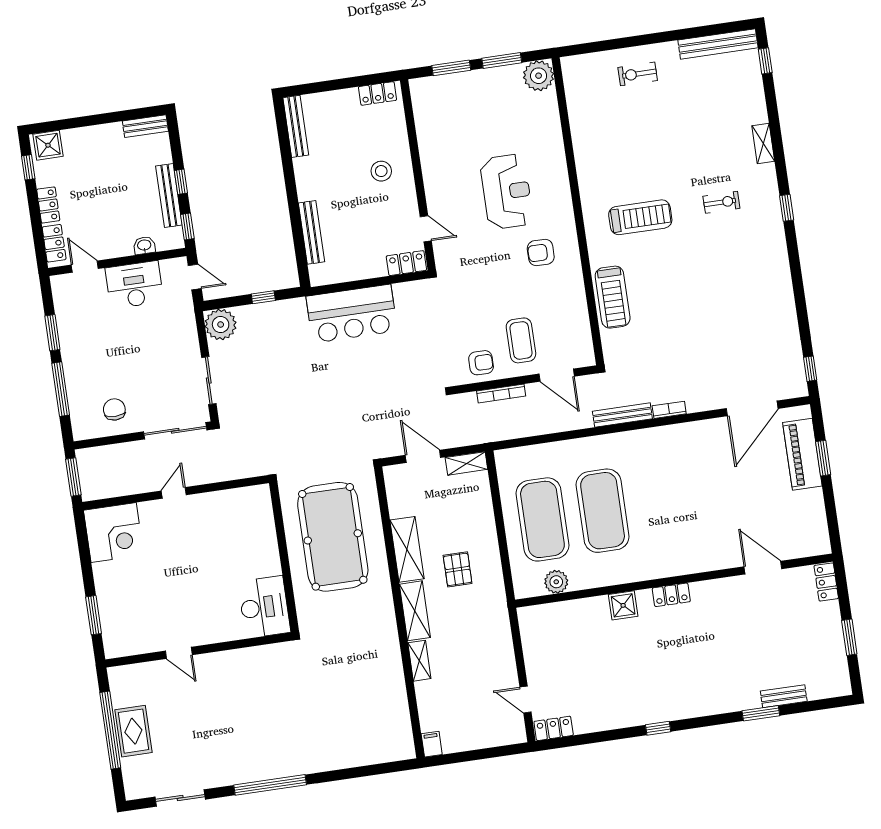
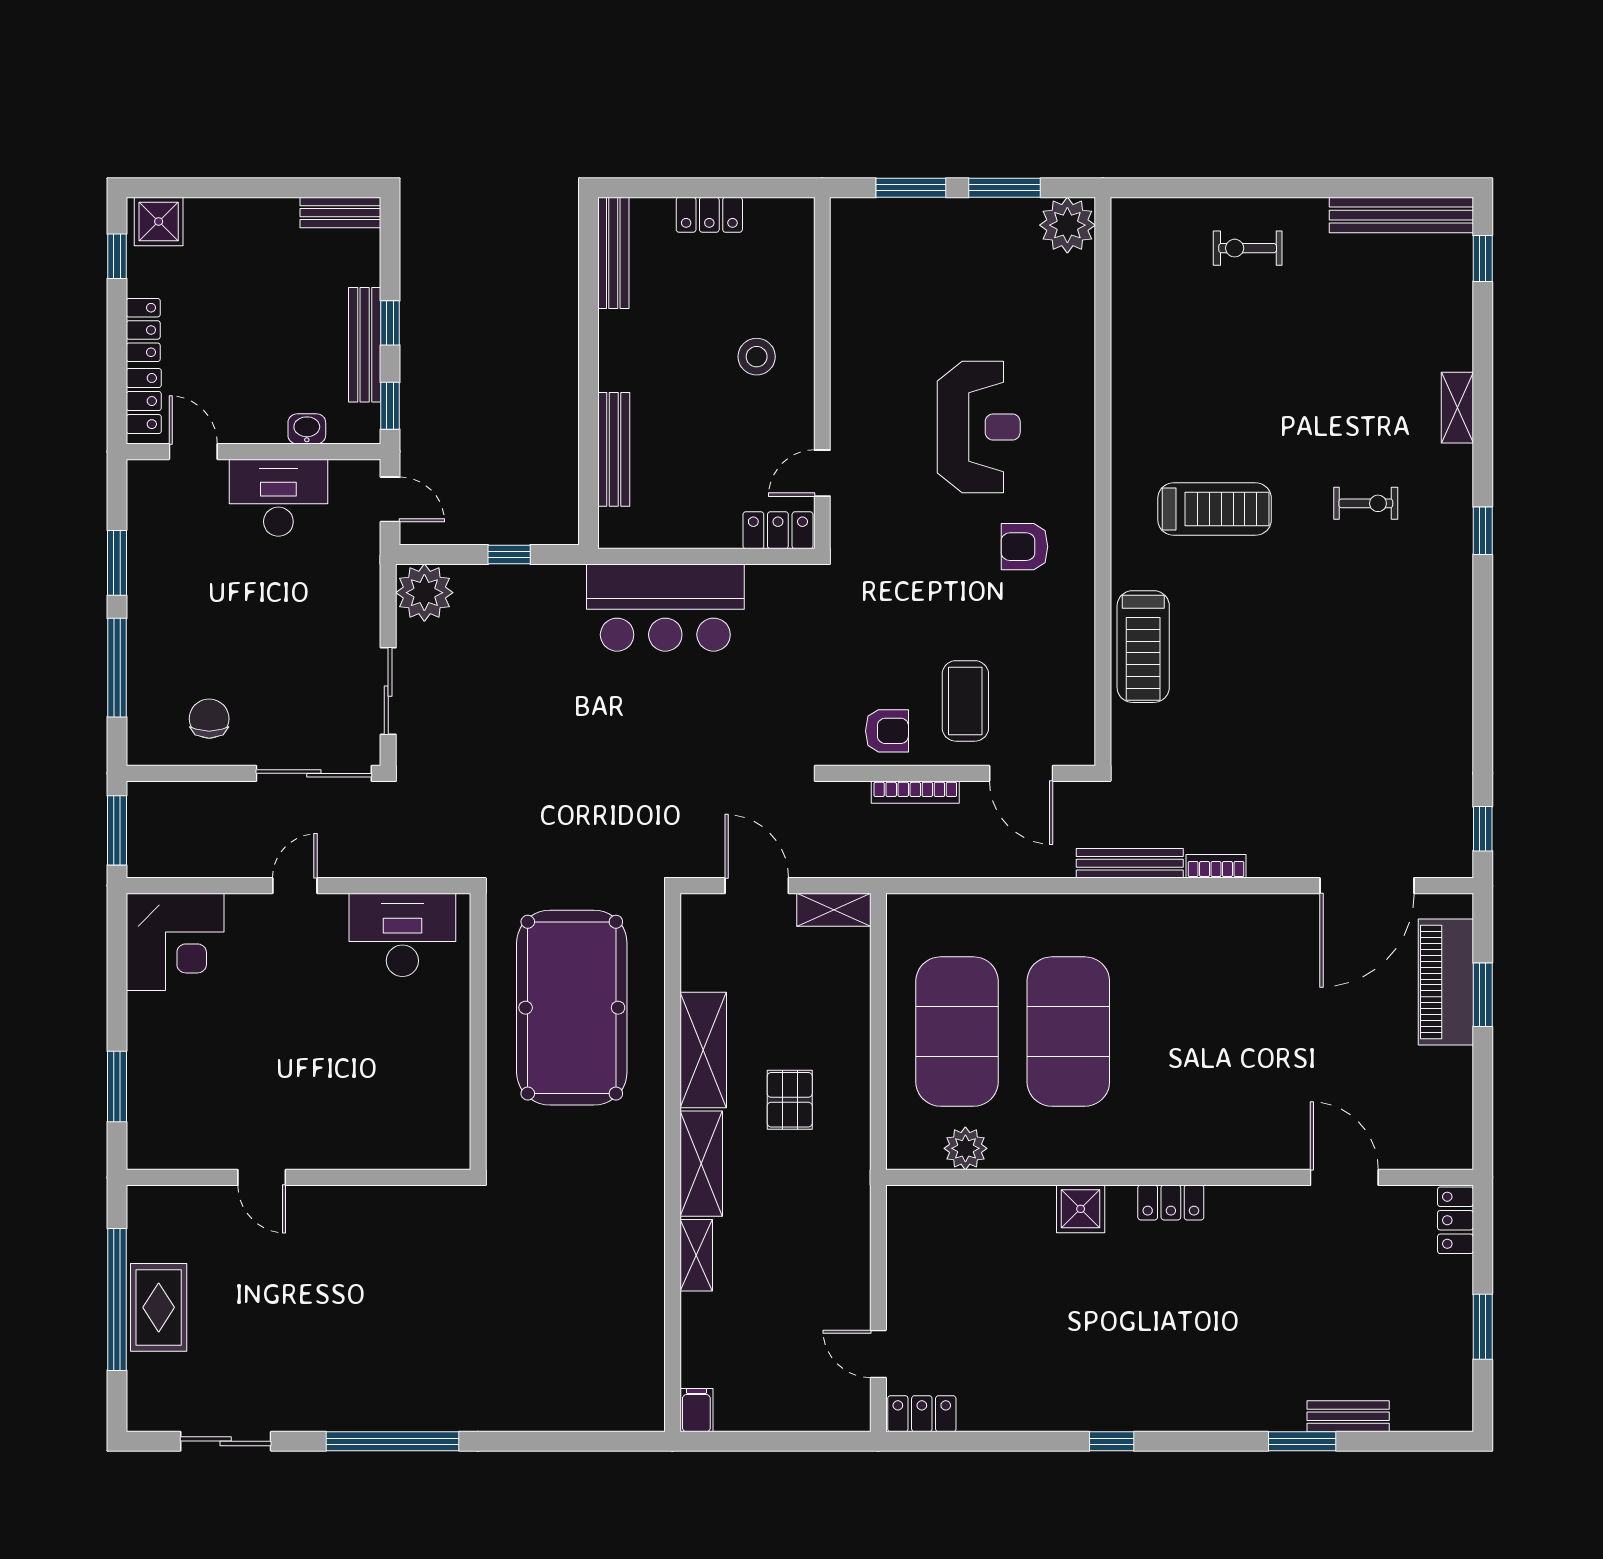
locker: (377, 93) -> (709, 215), moved
door: (426, 229) -> (822, 473), swing flipped
desk: (264, 607) -> (402, 935), moved, turned -90

